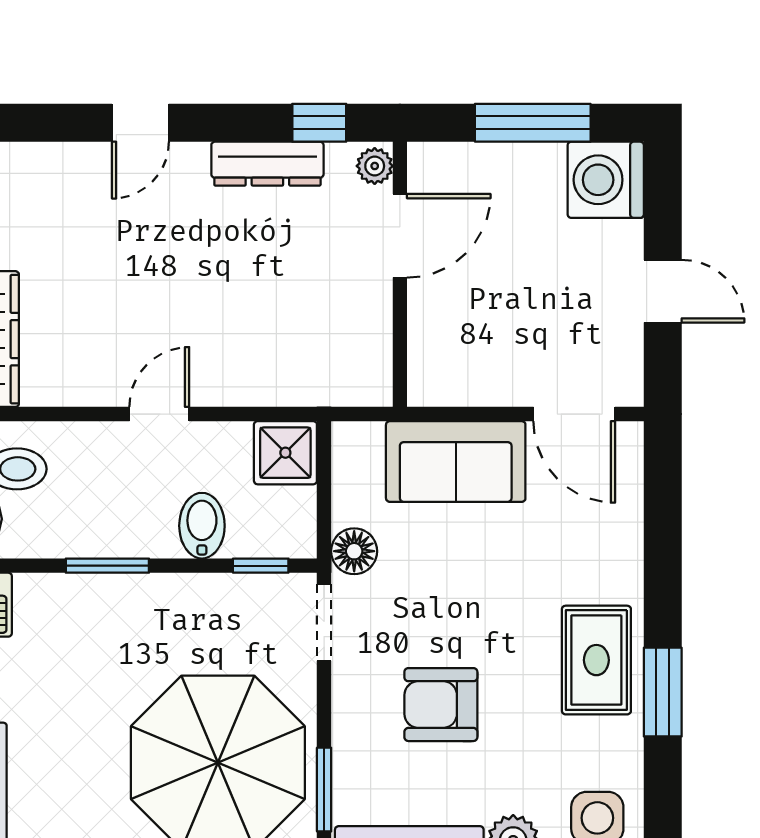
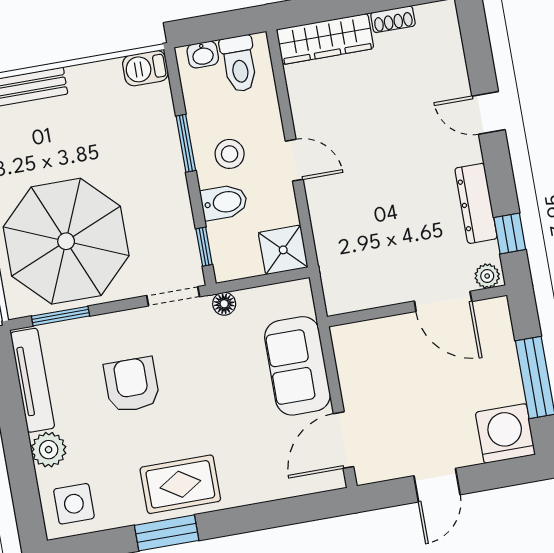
stool: (134, 505) -> (230, 154), added
floor lamp: (354, 551) -> (224, 304), width x0.73, depth x0.73

